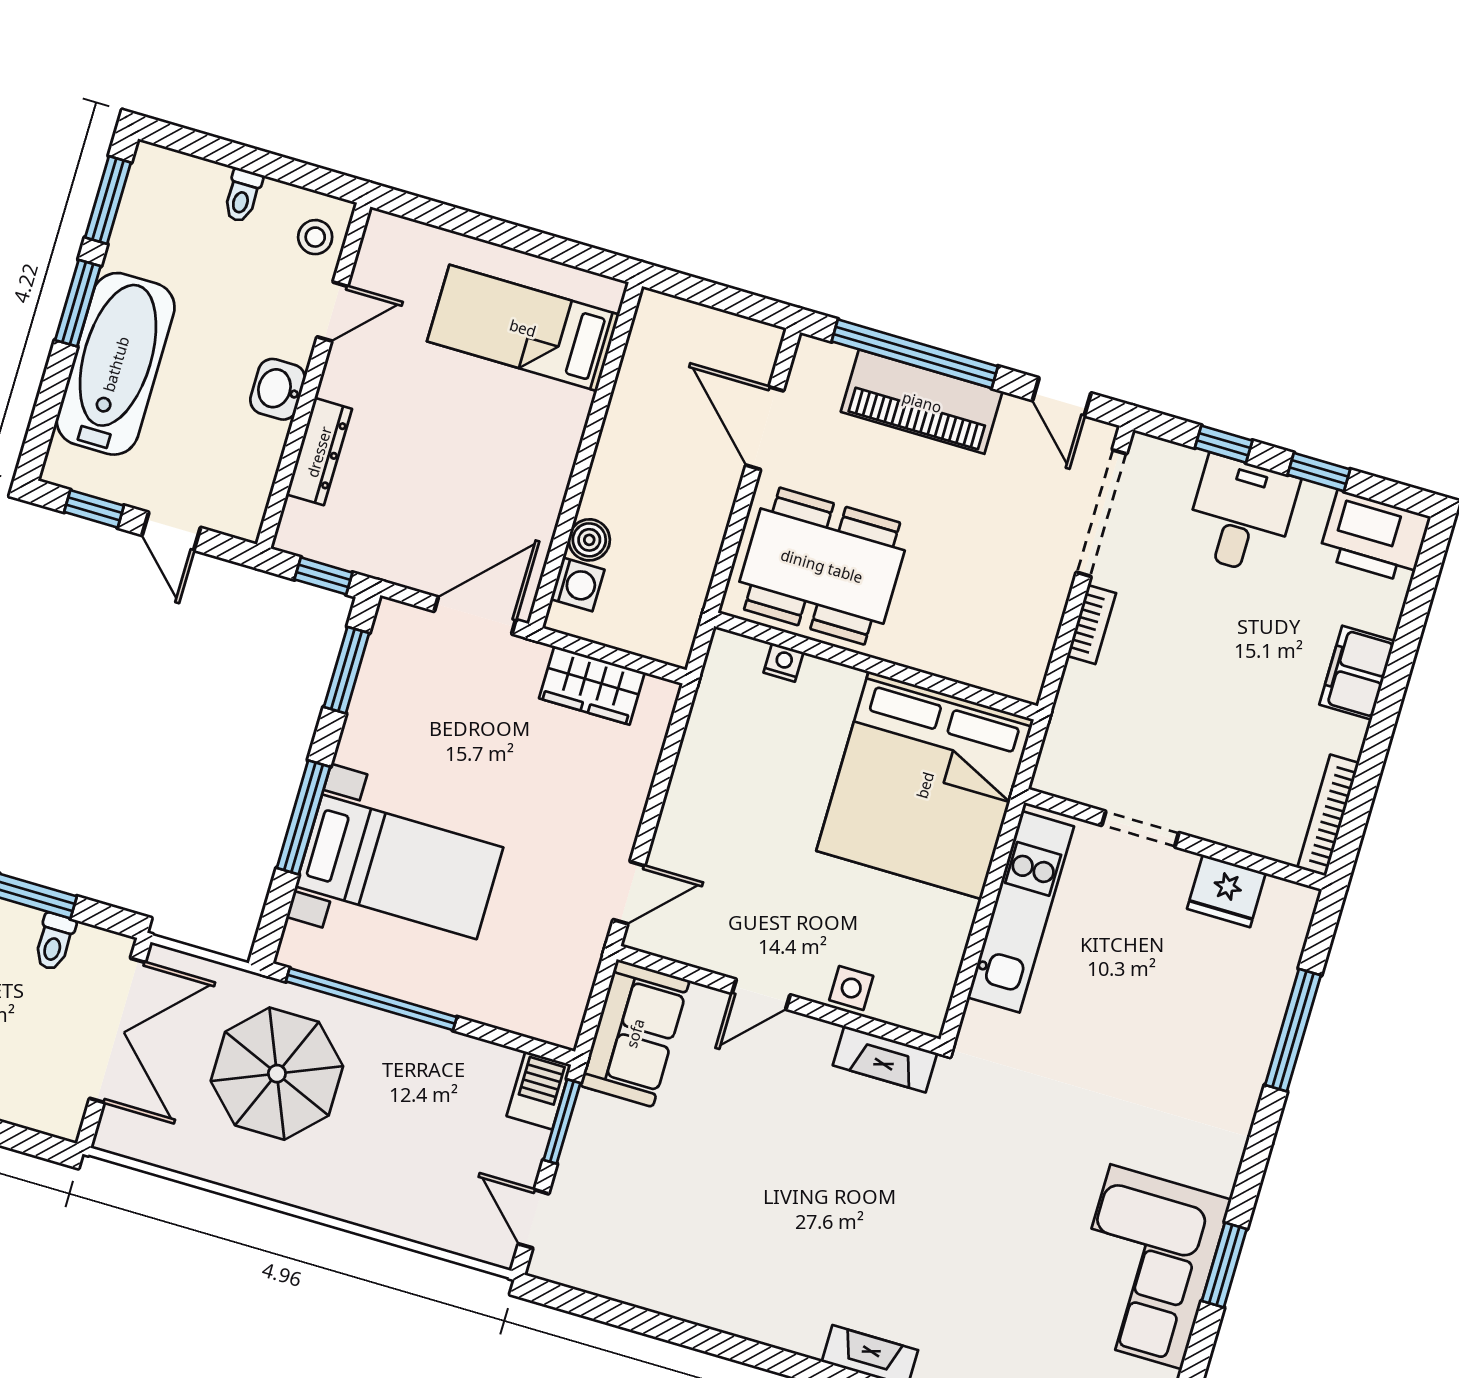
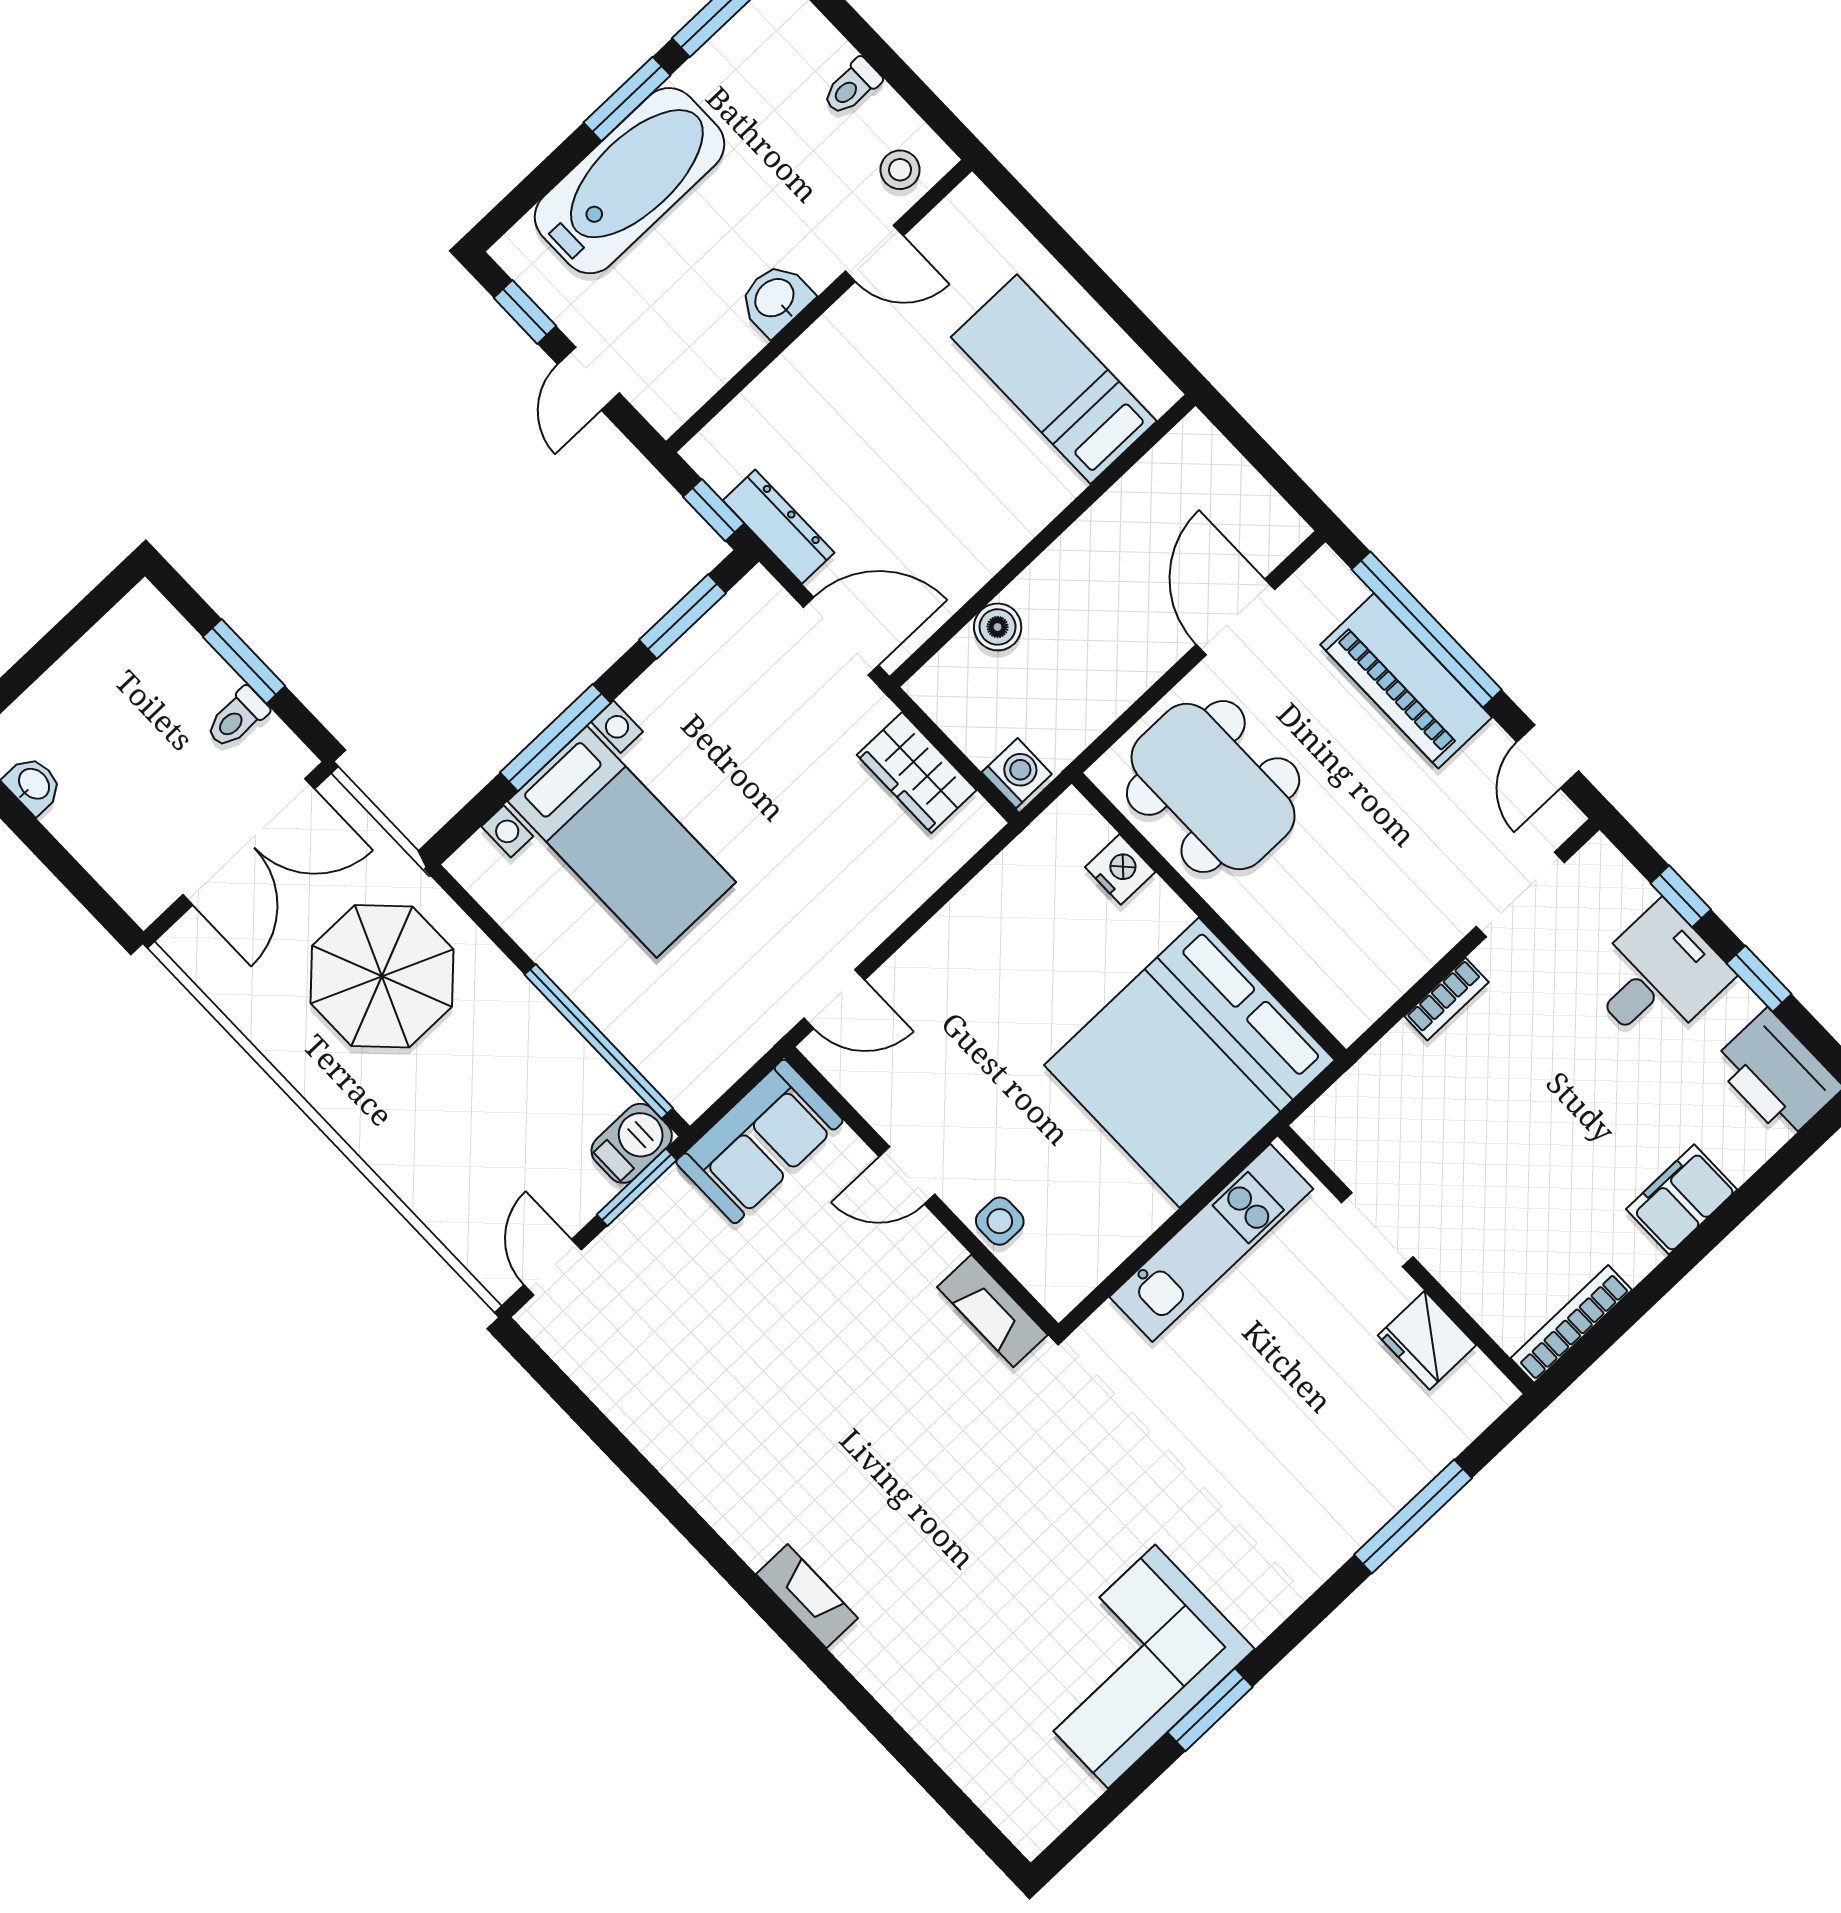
dresser: (319, 452) -> (779, 527), moved, turned -90
doorway: (1102, 513) -> (1520, 894), width x0.73
washing machine: (578, 584) -> (1017, 773), moved, turned -90
nightstand: (784, 662) -> (1120, 869), width x1.39, depth x1.35
window: (371, 999) -> (599, 1041), moved

